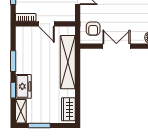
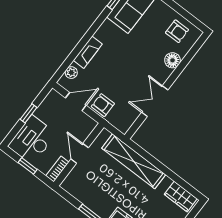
door: (46, 24) -> (80, 153), swing flipped
armchair: (93, 29) -> (103, 105), moved, turned 180

